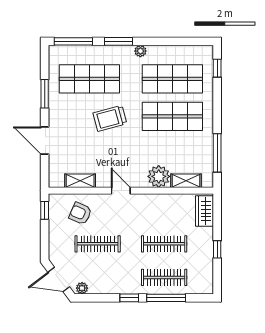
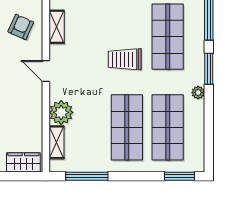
window: (217, 68) -> (180, 176), width x1.50
trolley: (110, 118) -> (125, 59), turned -75
door: (121, 191) -> (46, 71), swing flipped

